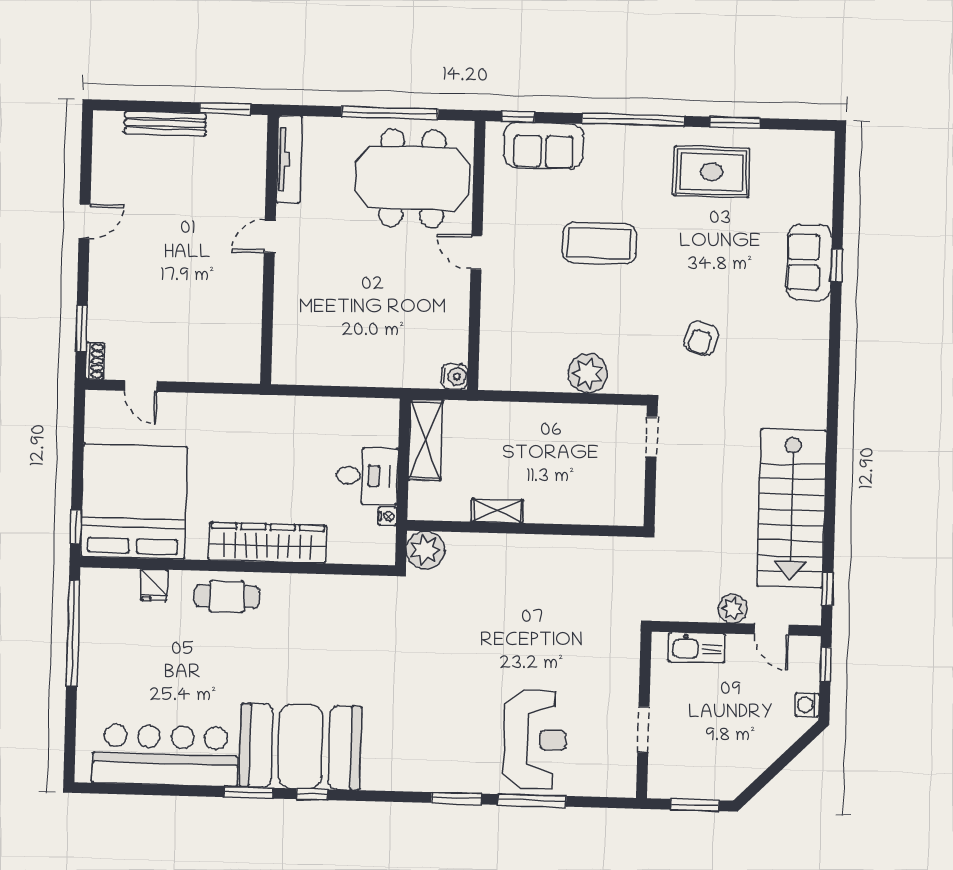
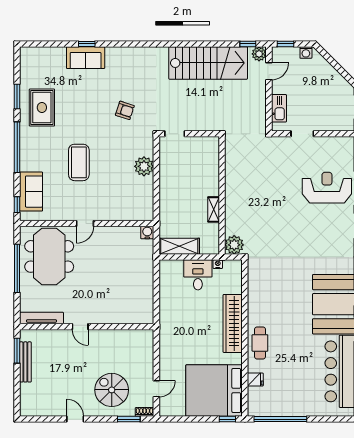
bench: (165, 124) -> (25, 362), moved
spiral stairs: (141, 296) -> (112, 390), added
plant: (733, 609) -> (259, 54), moved
doorway: (643, 729) -> (302, 134), moved

